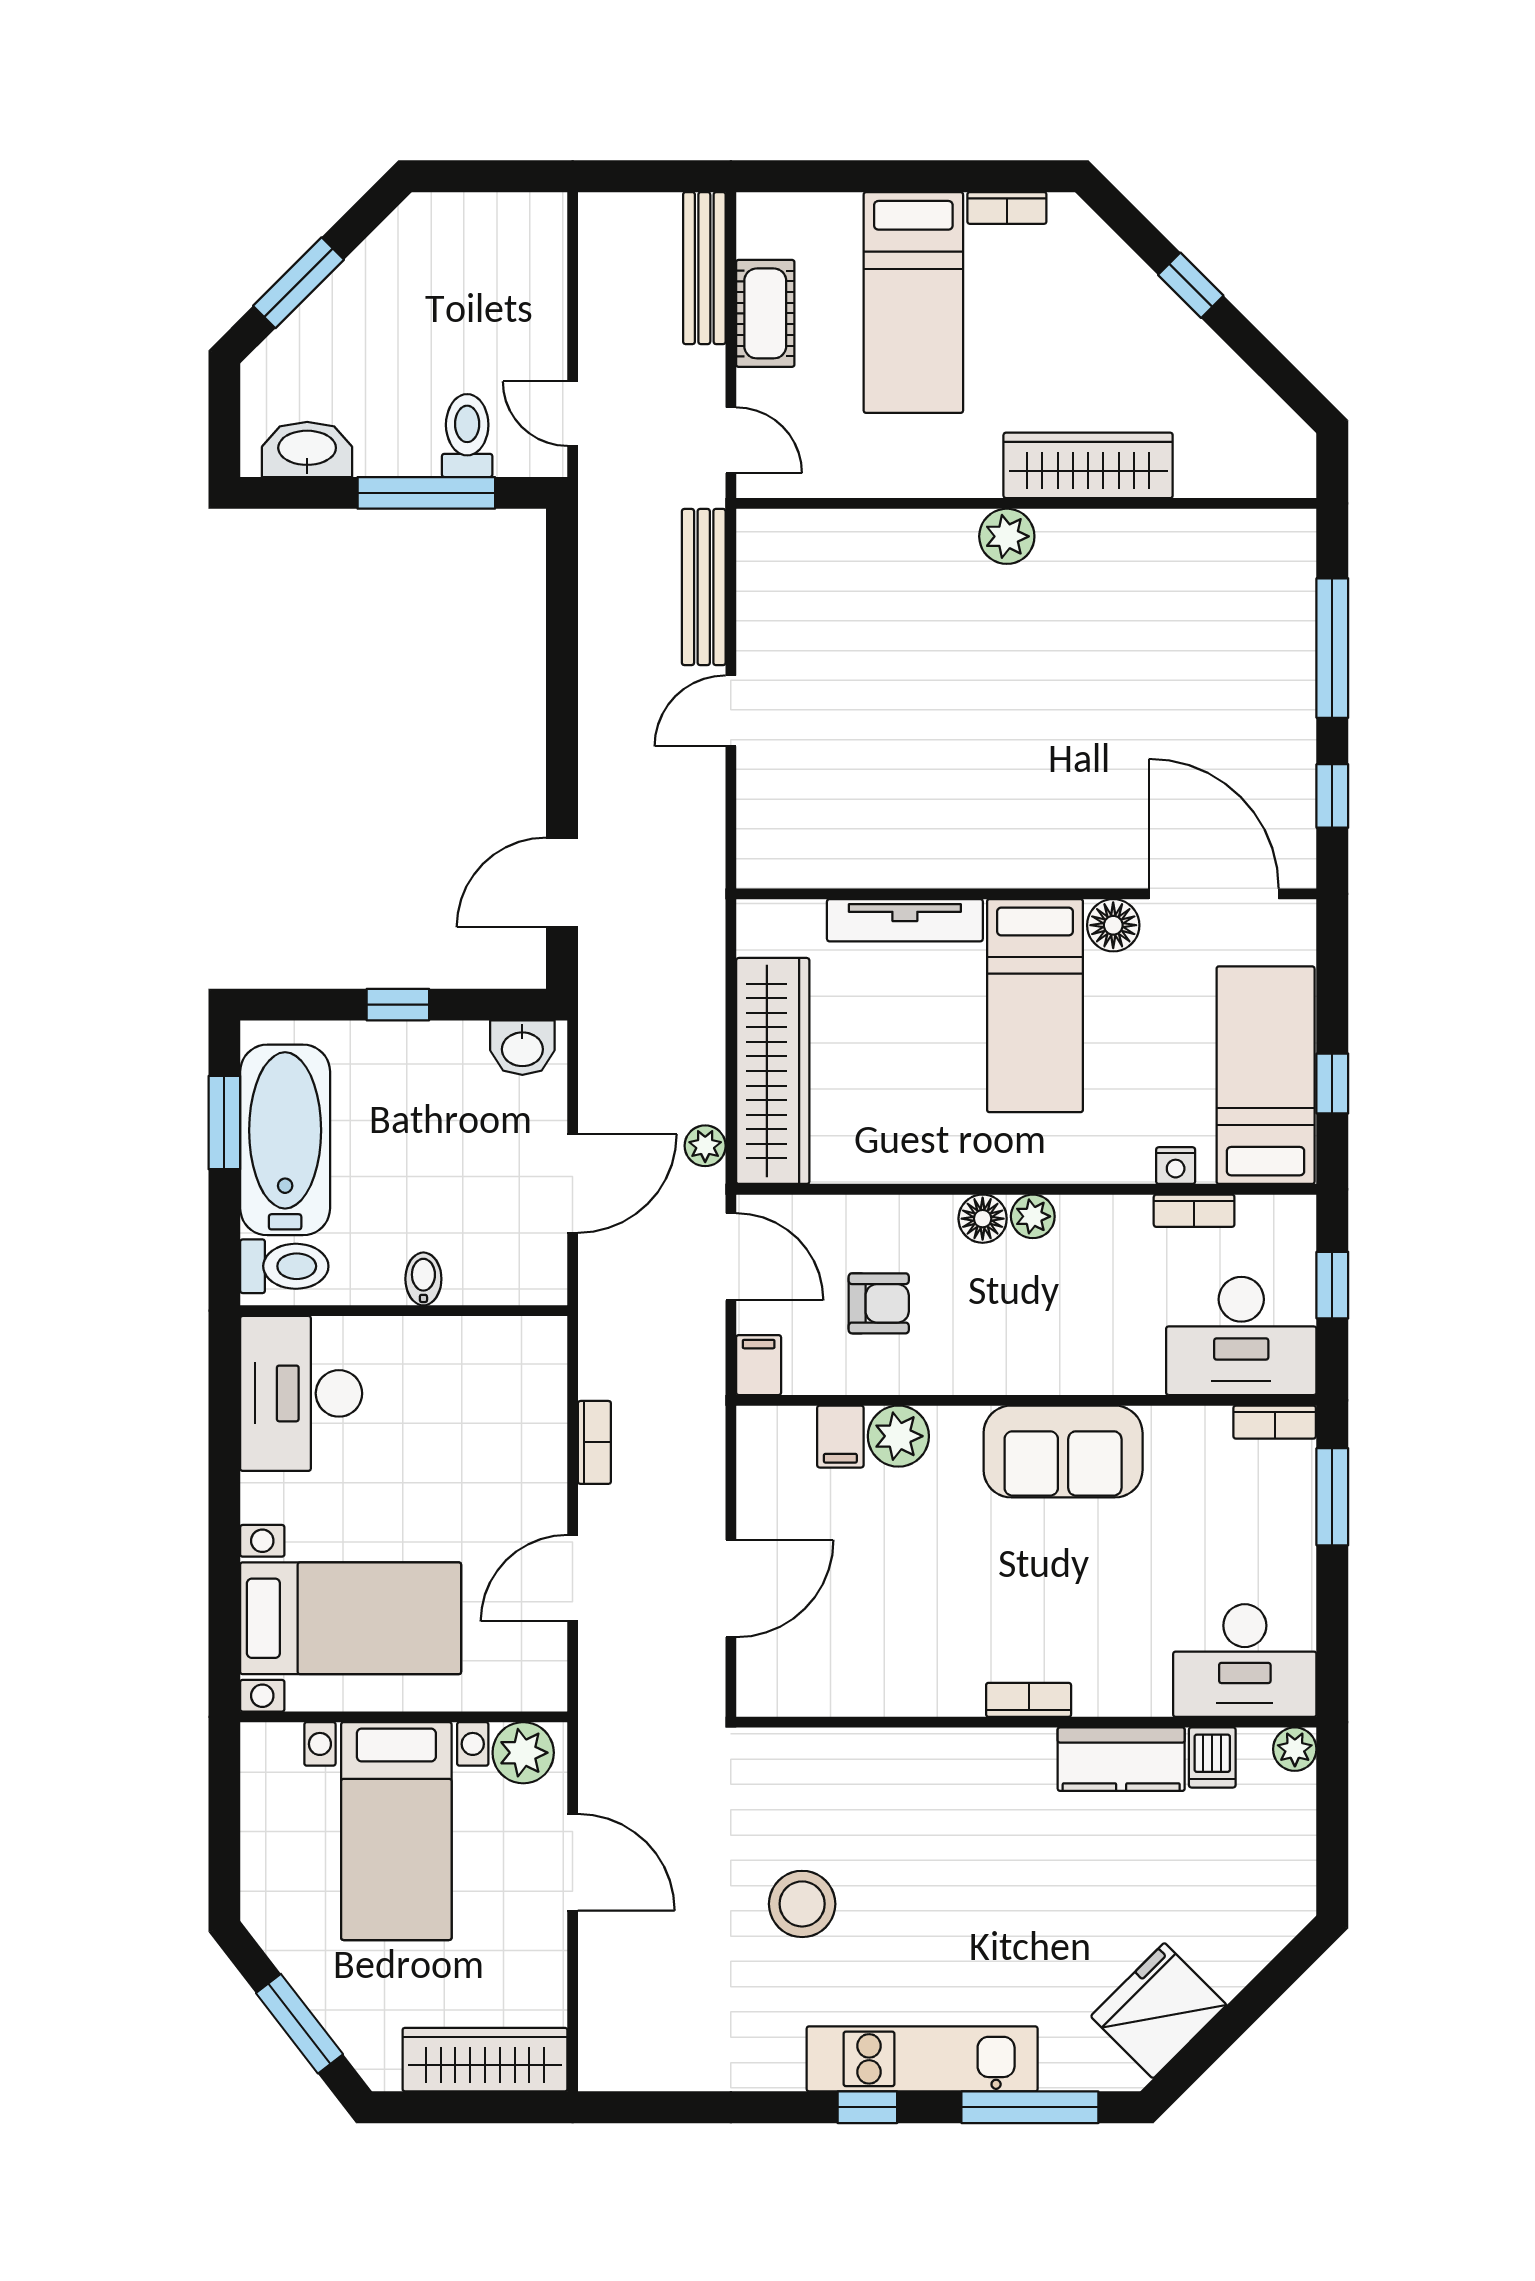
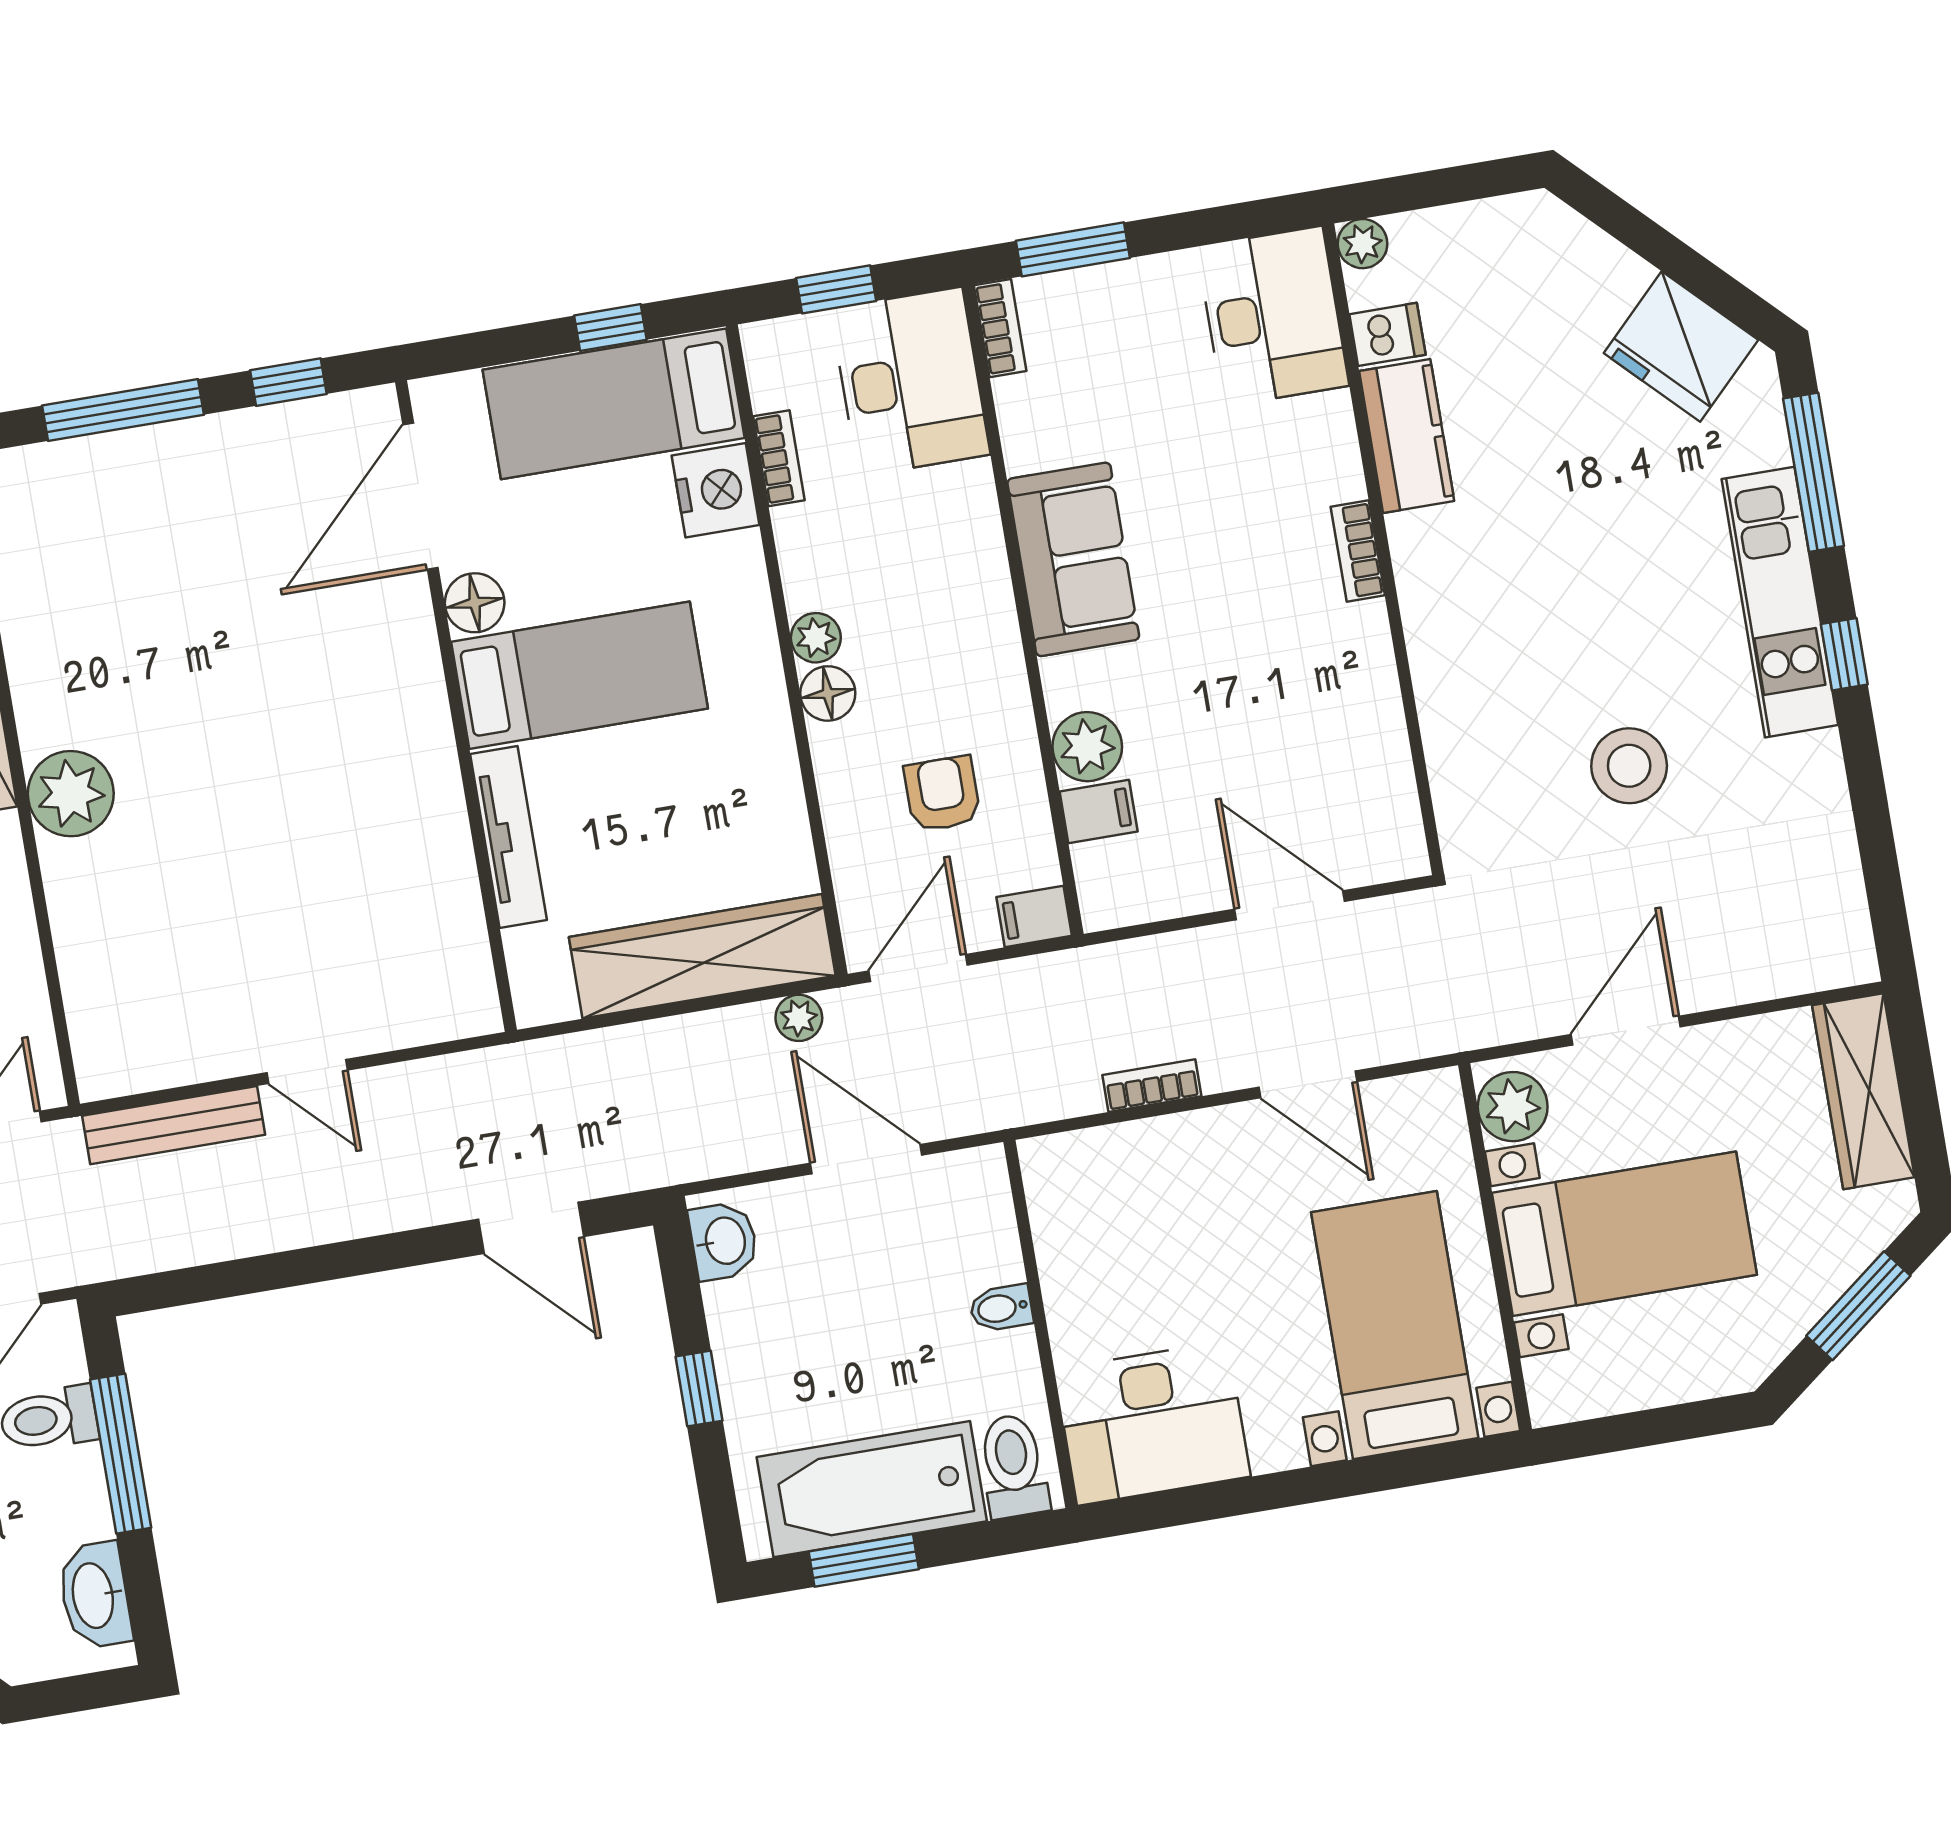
plant: (1007, 536) -> (71, 794), width x1.36, depth x1.36
nightstand: (1176, 1166) -> (716, 490), width x1.89, depth x1.79

